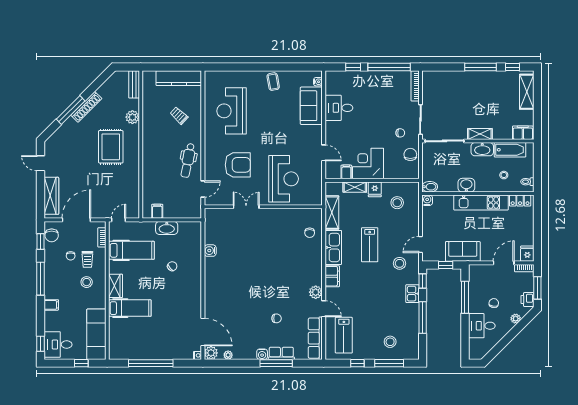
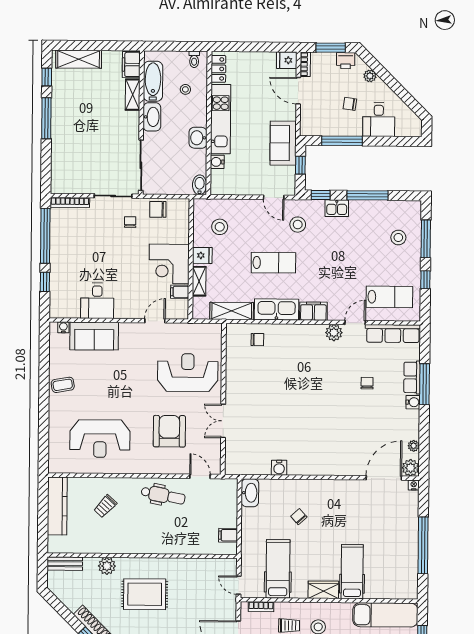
shelving: (480, 134) -> (133, 95), moved
water cooler: (427, 200) -> (217, 162), moved
washbasin: (167, 228) -> (250, 493), moved

